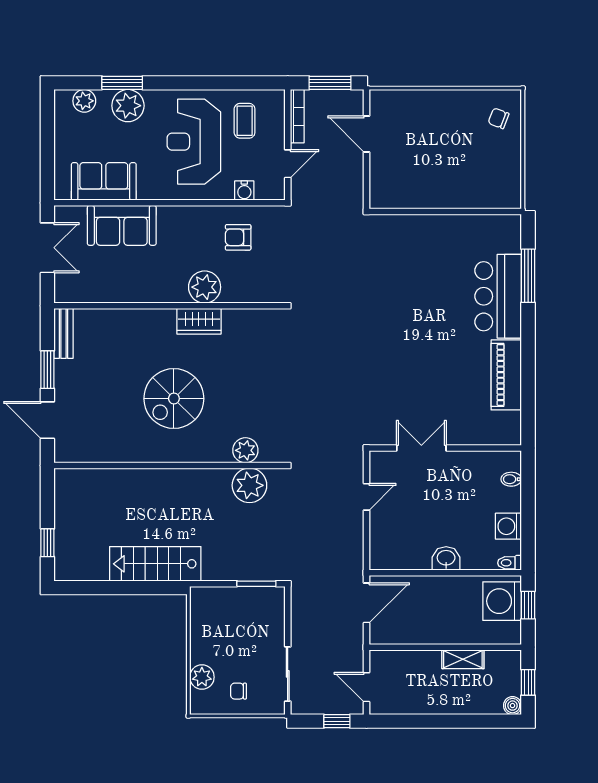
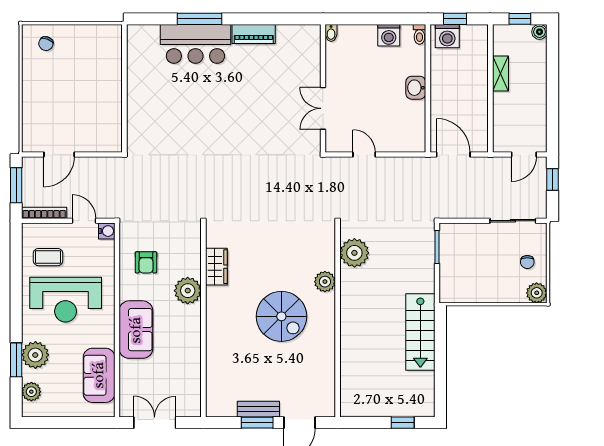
water cooler: (244, 191) -> (107, 231), moved
sofa: (122, 225) -> (136, 330), moved
window: (528, 276) -> (199, 19), moved
wardrobe: (199, 321) -> (216, 267), moved
bench: (64, 333) -> (258, 409), moved
piano: (506, 375) -> (254, 34), width x0.73, depth x0.75
plant: (245, 450) -> (325, 282), moved
bidet: (511, 479) -> (331, 33), moved
washing machine: (502, 601) -> (447, 36), width x0.73, depth x0.73
plant: (202, 677) -> (537, 293), moved

